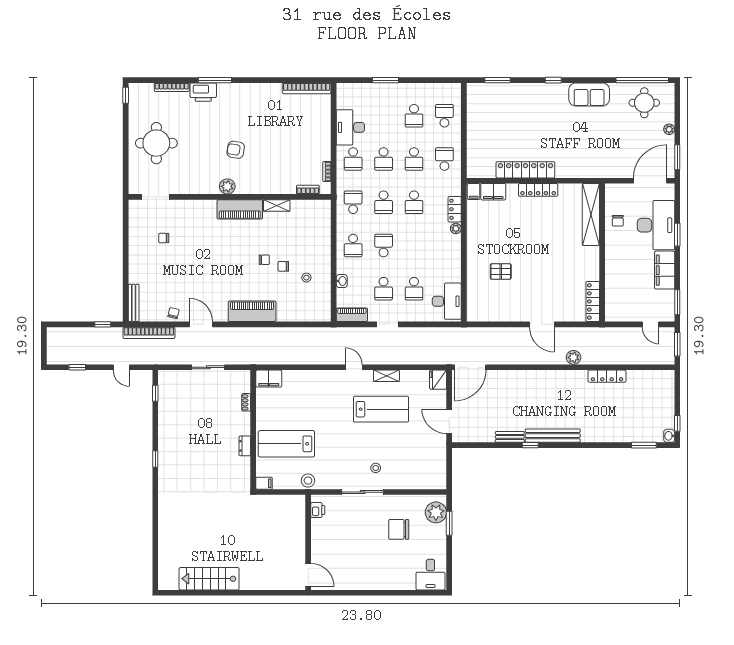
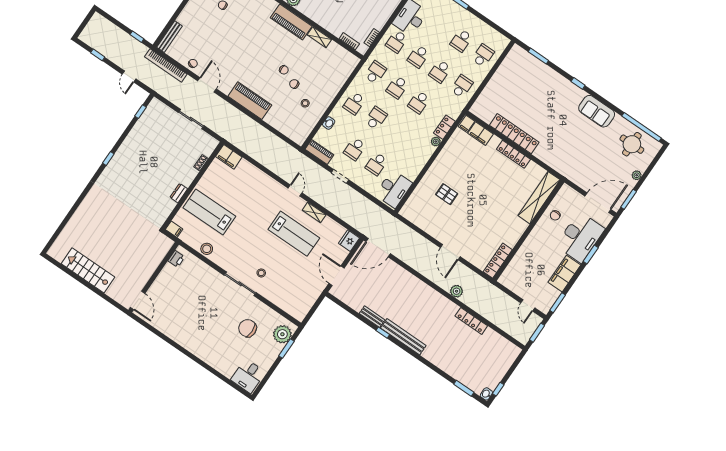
printer: (318, 510) -> (176, 259), moved
wall: (308, 542) -> (154, 277), moved
door: (308, 575) -> (138, 300), moved

